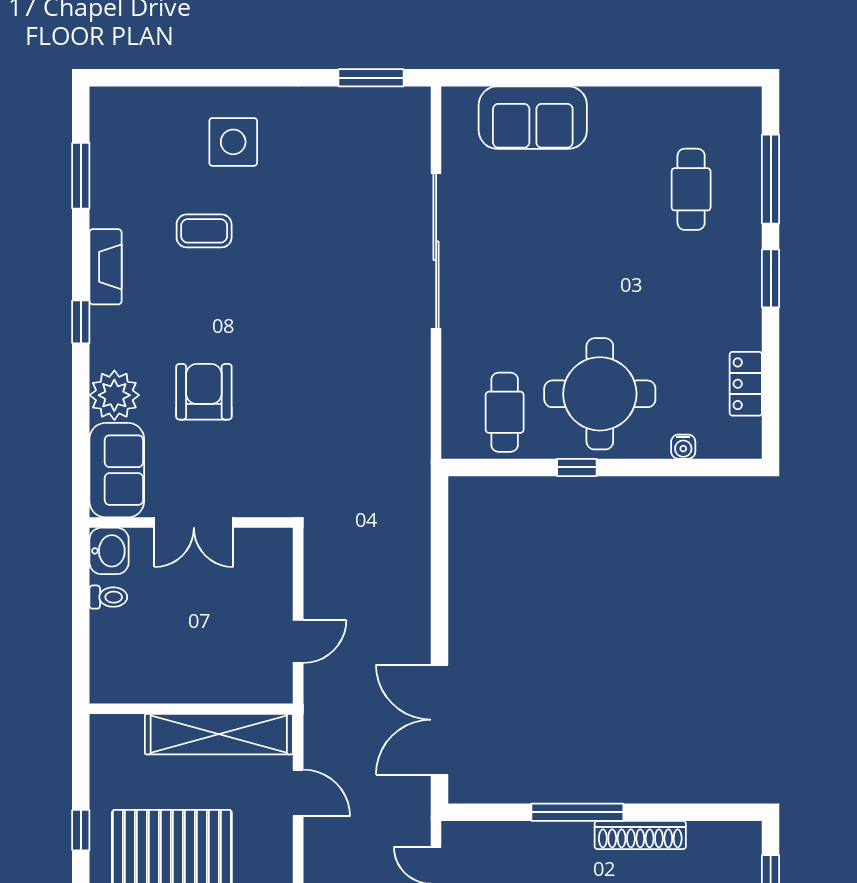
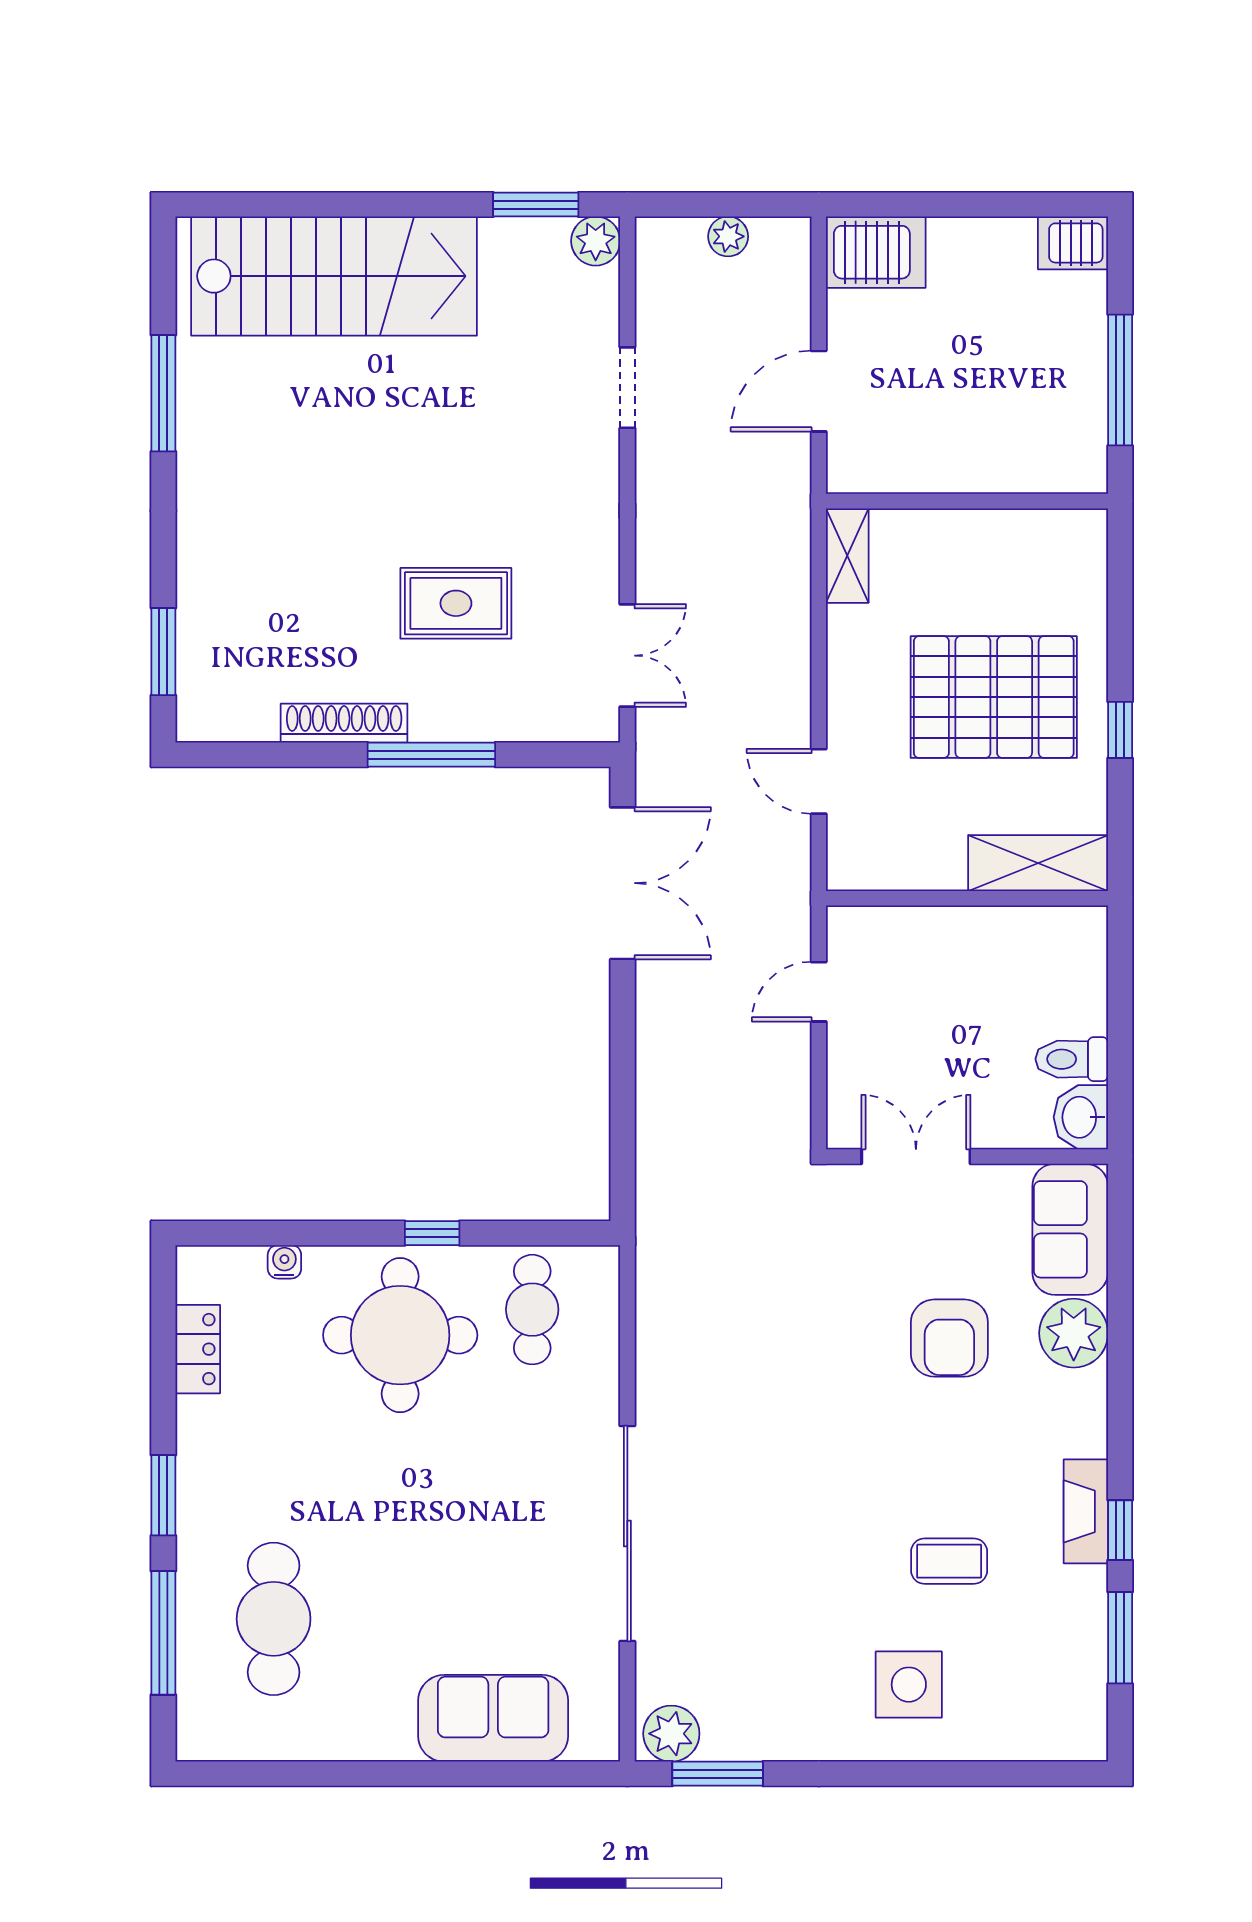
plant: (404, 107) -> (671, 1734), added
cafe table: (691, 189) -> (274, 1619), width x1.37, depth x1.35
window: (81, 322) -> (1120, 1530), moved
double door: (194, 523) -> (916, 1157), moved
toilet: (108, 597) -> (1072, 1059), width x1.37, depth x1.39
shelving: (219, 734) -> (1038, 863), moved, width x0.68

